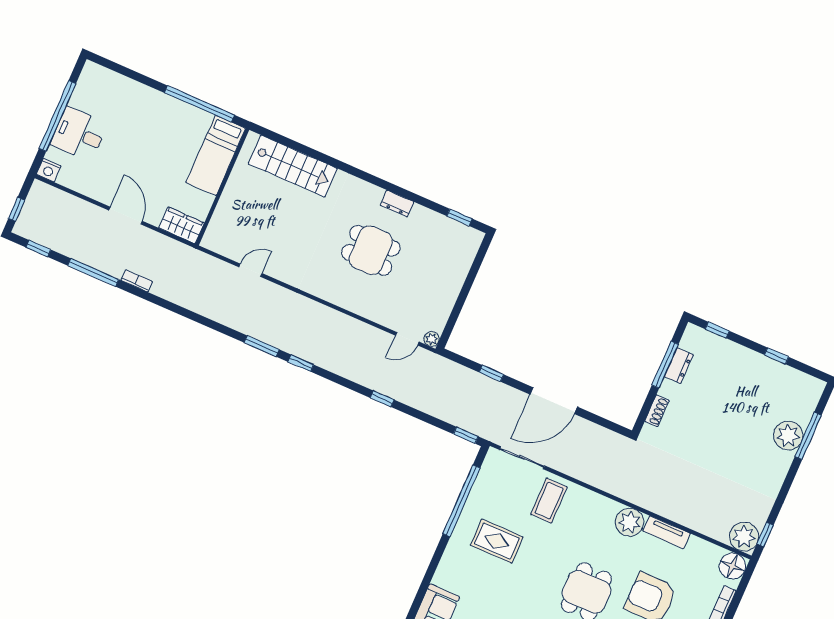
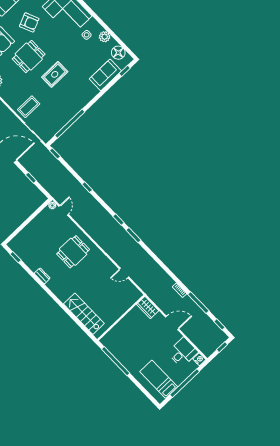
desk: (79, 134) -> (183, 352), moved, turned -90
bed: (216, 155) -> (159, 379), moved, turned -90
door: (126, 216) -> (172, 323), swing flipped
dining table: (371, 250) -> (73, 252), moved, turned 90
door: (407, 339) -> (64, 210), hinge flipped
rug: (497, 541) -> (55, 74), moved, turned 90

